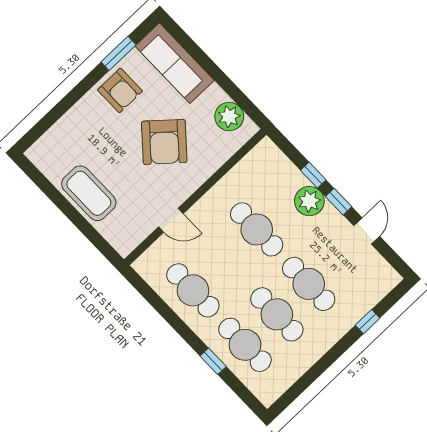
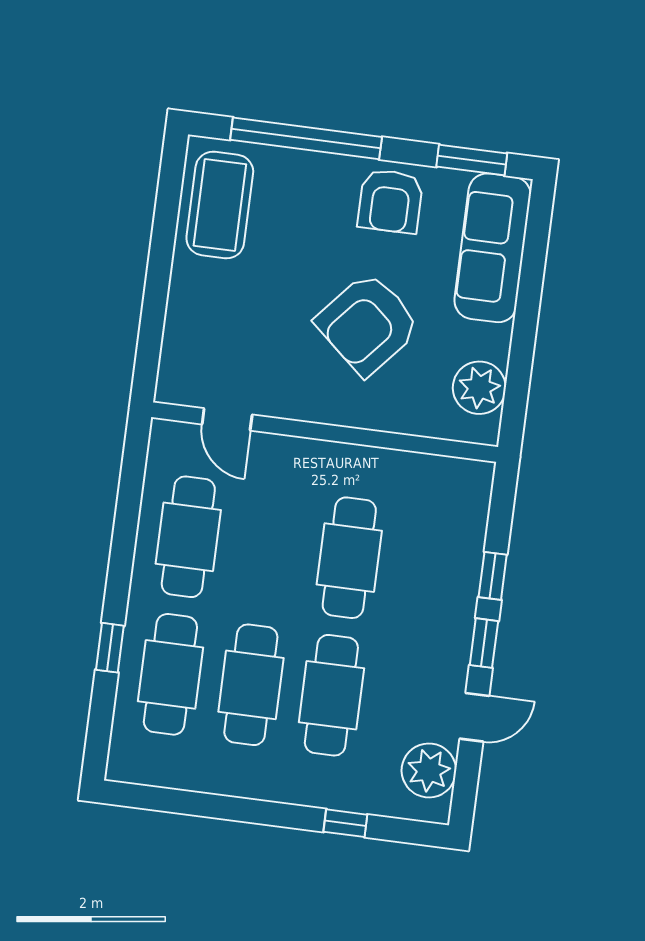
window: (119, 53) -> (472, 160), moved
window: (65, 105) -> (306, 138), added
coffee table: (89, 193) -> (220, 205), moved
plant: (309, 201) -> (429, 770), moved
door: (171, 220) -> (227, 419), moved

